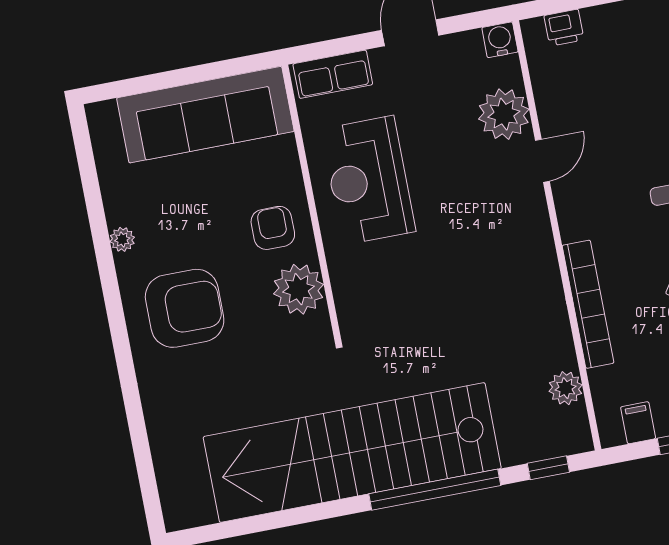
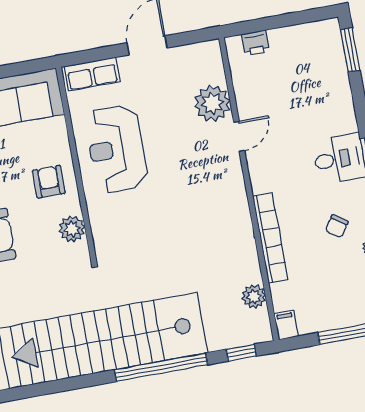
water cooler: (500, 40) -> (210, 51), removed
plant: (299, 289) -> (72, 229), width x0.73, depth x0.73
filing cabinet: (638, 423) -> (286, 325), moved

